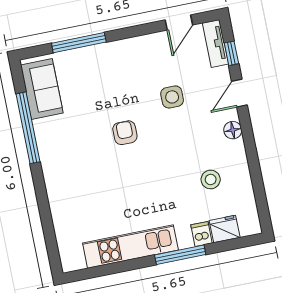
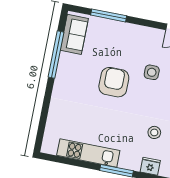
armchair: (125, 133) -> (114, 82), width x1.88, depth x1.88
dishwasher: (201, 234) -> (135, 163), removed

